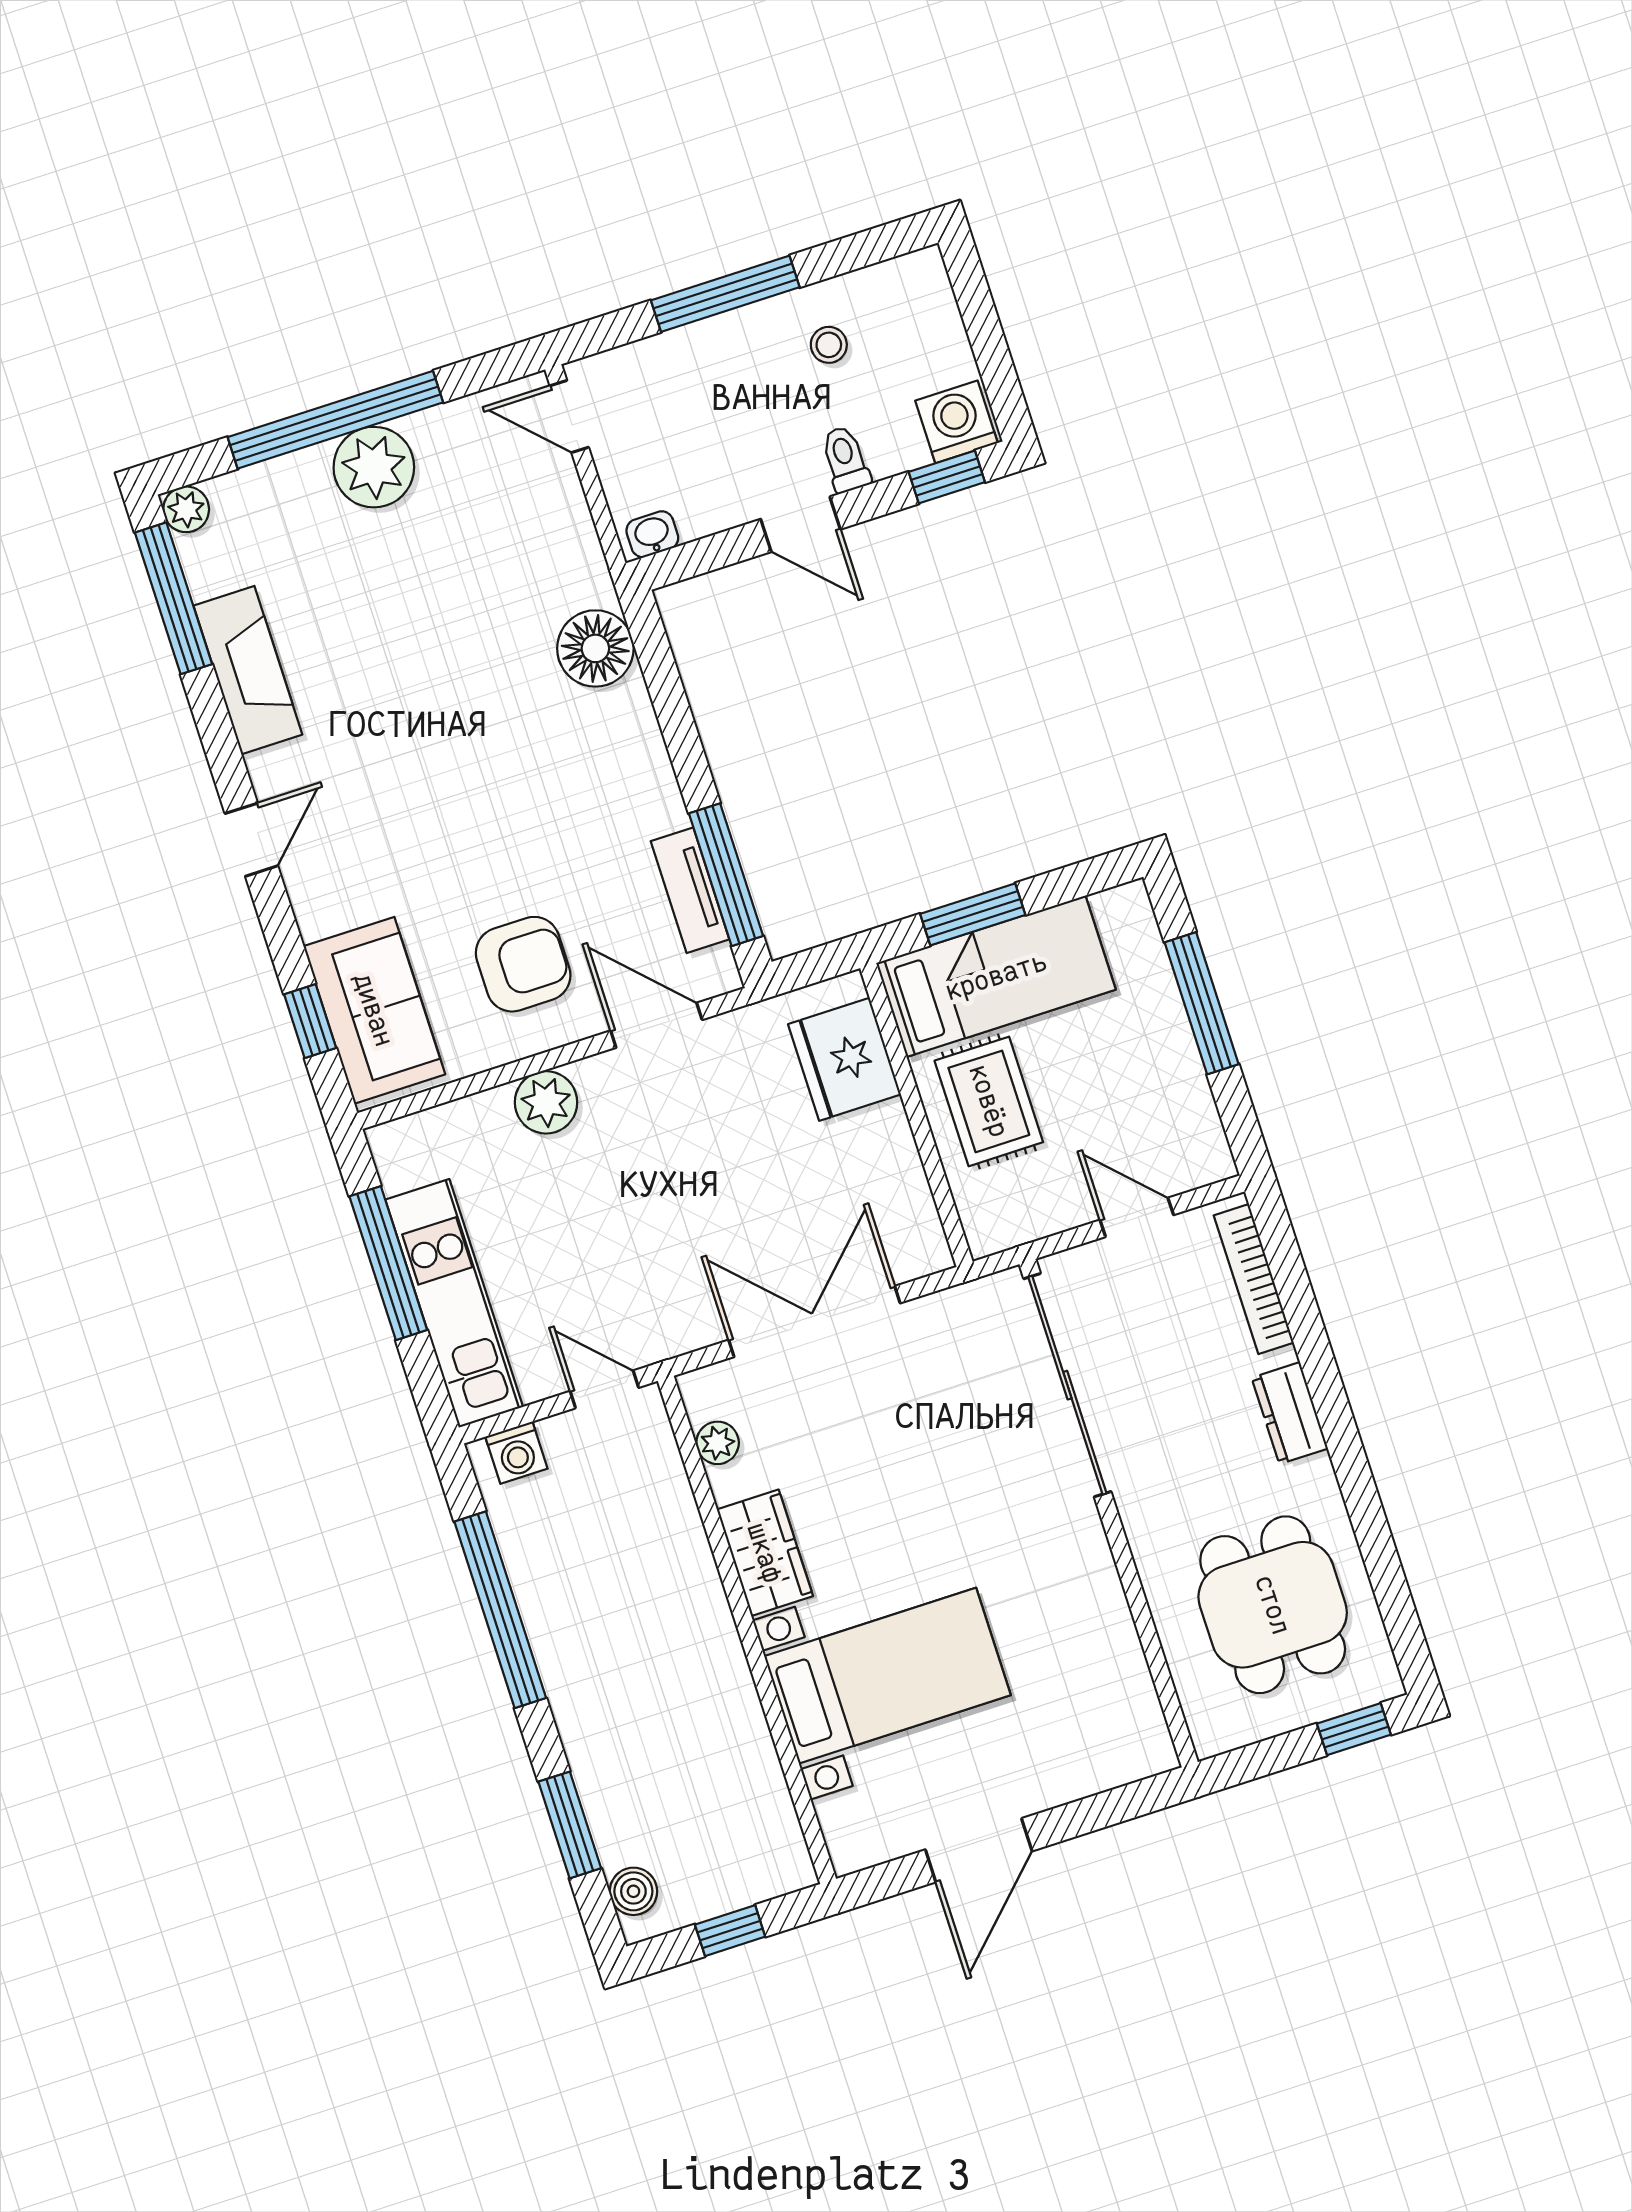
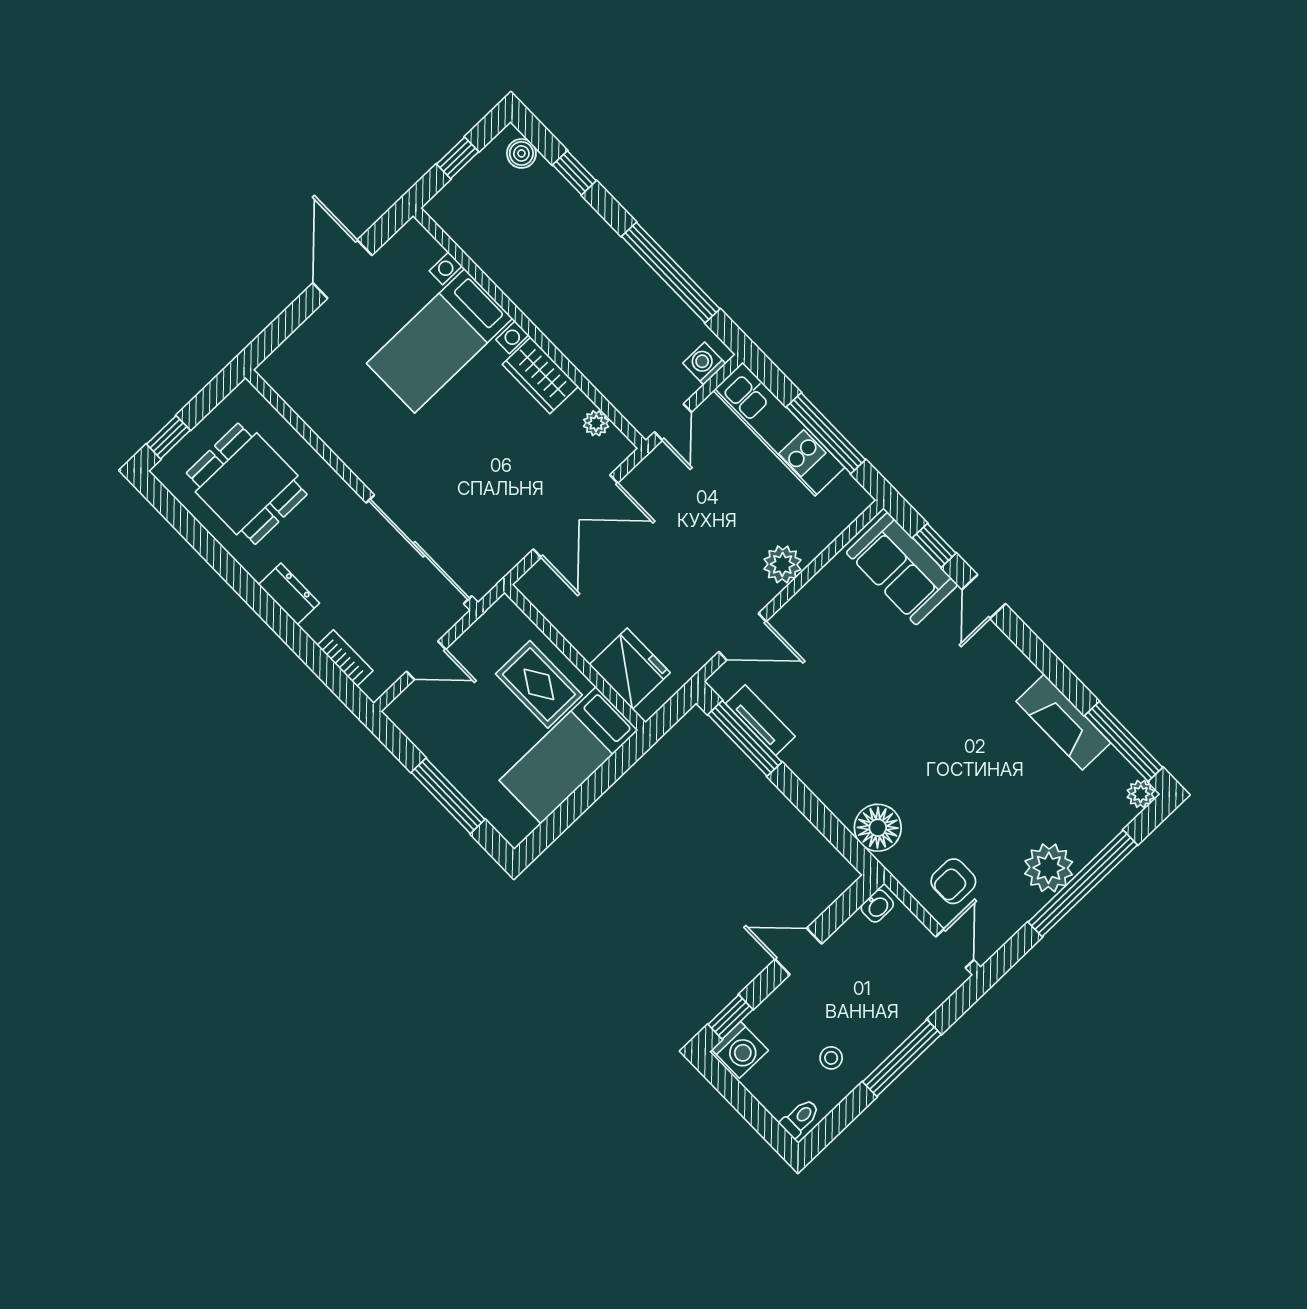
door: (569, 416) -> (955, 948), hinge flipped
toilet: (845, 459) -> (800, 1118), moved, turned -90
door: (251, 840) -> (984, 597), moved
window: (973, 914) -> (598, 783), removed
armchair: (523, 964) -> (953, 881), moved, width x0.72, depth x0.72
bookcase: (1254, 1279) -> (345, 658), width x0.64
door: (604, 1389) -> (673, 422), hinge flipped
window: (570, 1825) -> (574, 173), width x0.67

